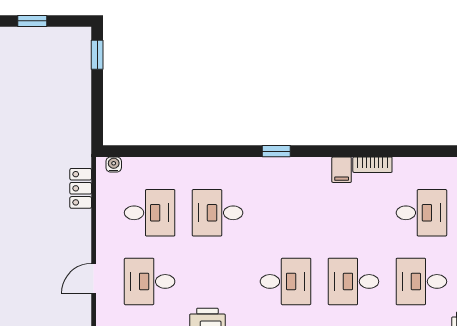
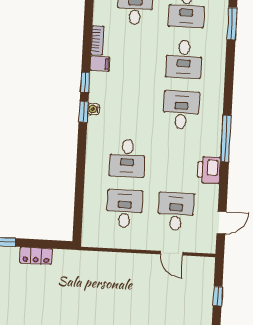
window: (316, 151) -> (85, 82), added
water cooler: (114, 165) -> (94, 109), moved
locker: (81, 188) -> (36, 256), moved
desk: (150, 281) -> (176, 211), turned 180

